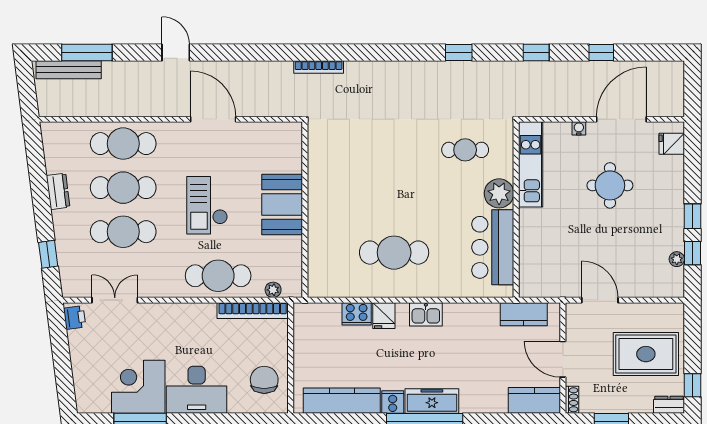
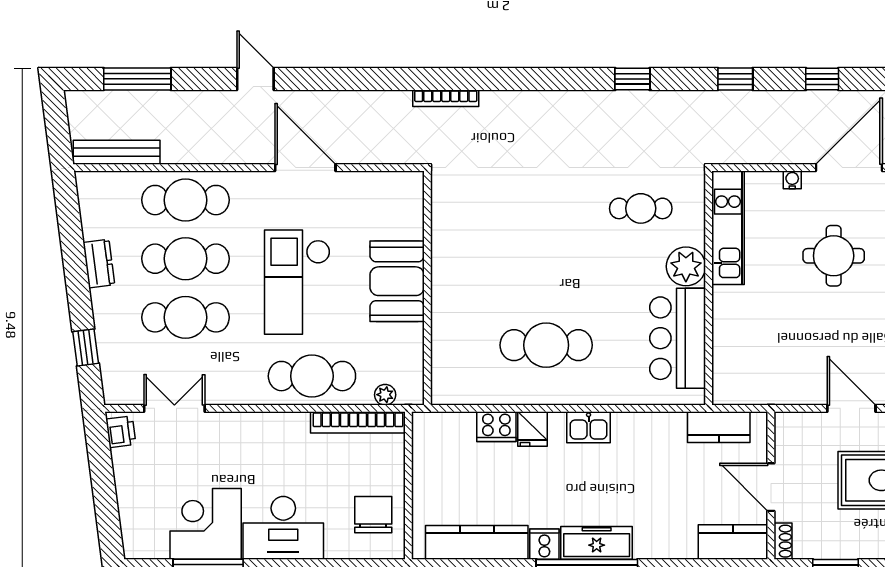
bench: (69, 70) -> (117, 152), moved
checkout: (207, 205) -> (297, 282), width x1.36, depth x1.21
door: (600, 300) -> (851, 408), moved

